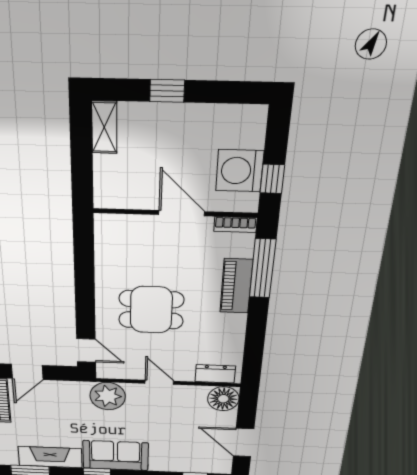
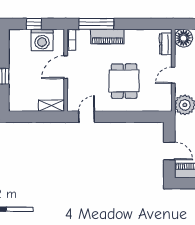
shelving: (104, 127) -> (51, 106), moved
window: (272, 179) -> (34, 24), moved
door: (86, 350) -> (87, 117), moved

